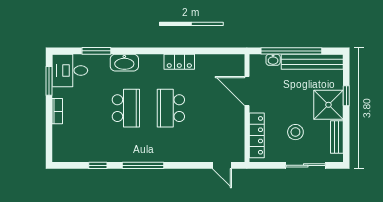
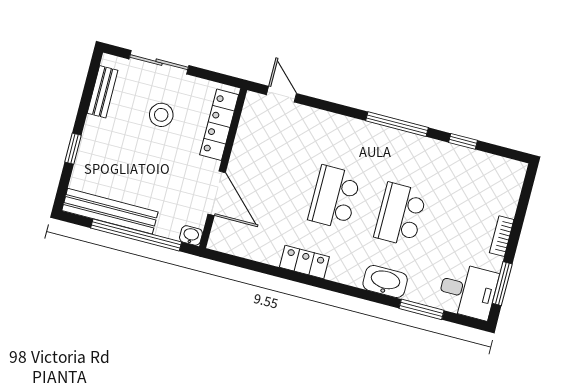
washbasin: (273, 60) -> (191, 235), moved
shower: (328, 105) -> (103, 142), removed
school desk: (171, 108) -> (334, 197), turned 180

